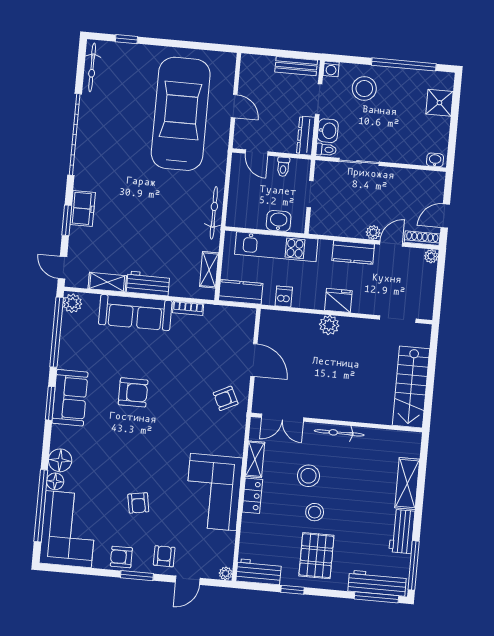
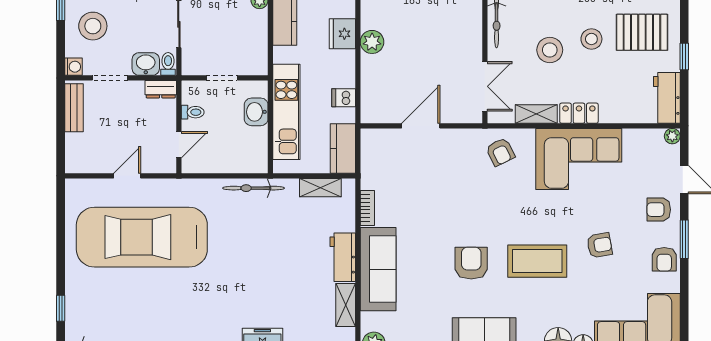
dresser: (306, 136) -> (161, 89), width x0.70
armchair: (226, 398) -> (500, 152), moved
coffee table: (130, 449) -> (537, 261), added

